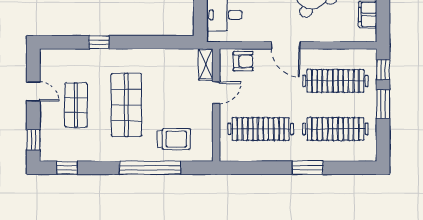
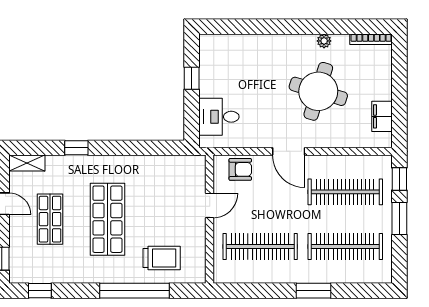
shelving: (206, 64) -> (27, 163), moved, turned 90

